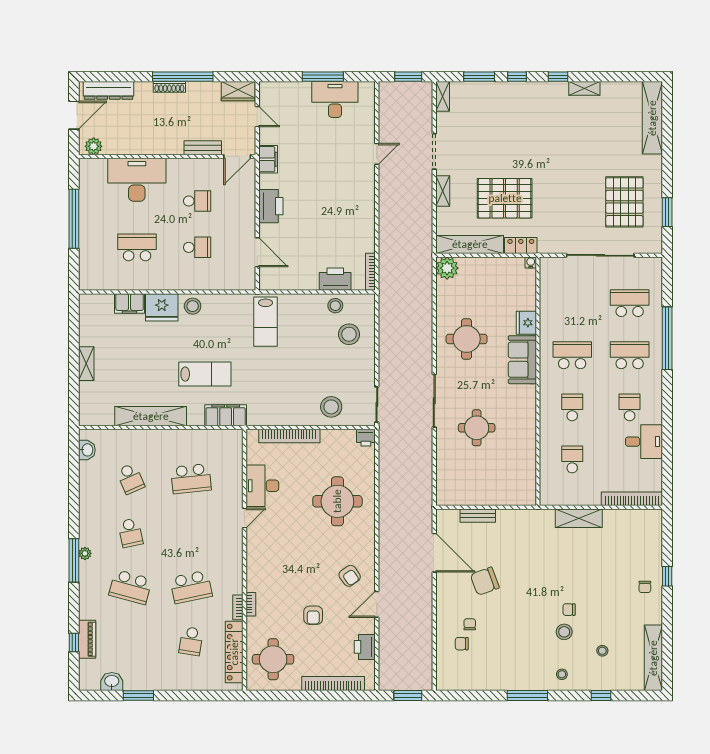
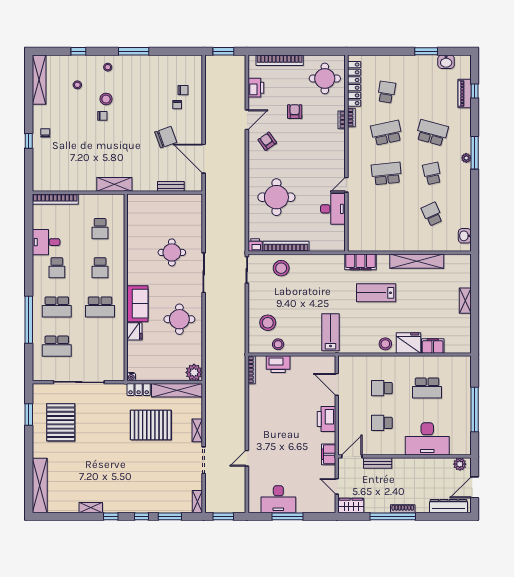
bookcase: (289, 436) -> (286, 246), moved
school desk: (191, 479) -> (387, 173), moved
shelving: (579, 518) -> (114, 184), moved

